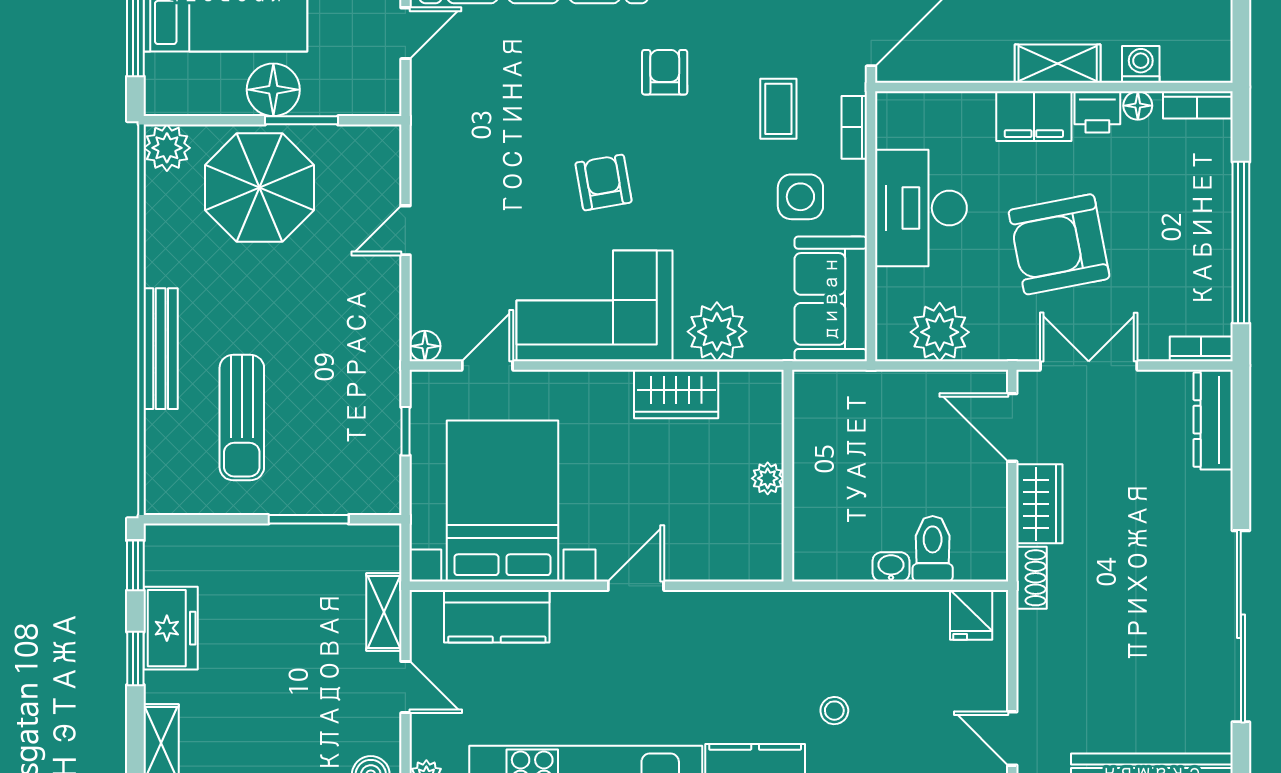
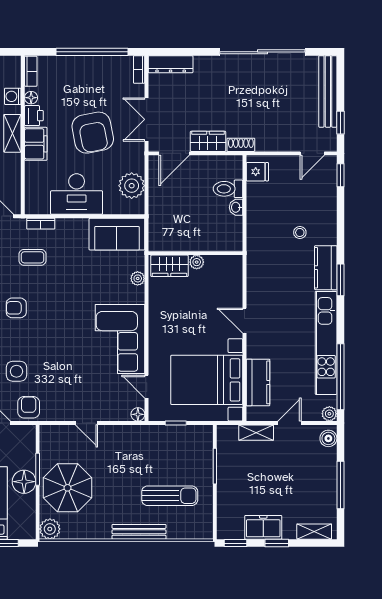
armchair: (604, 182) -> (29, 407), moved, turned 100
side table: (800, 197) -> (16, 371), moved
plant: (717, 332) -> (138, 278), width x0.53, depth x0.53
wardrobe: (676, 394) -> (169, 266), moved, turned 90

